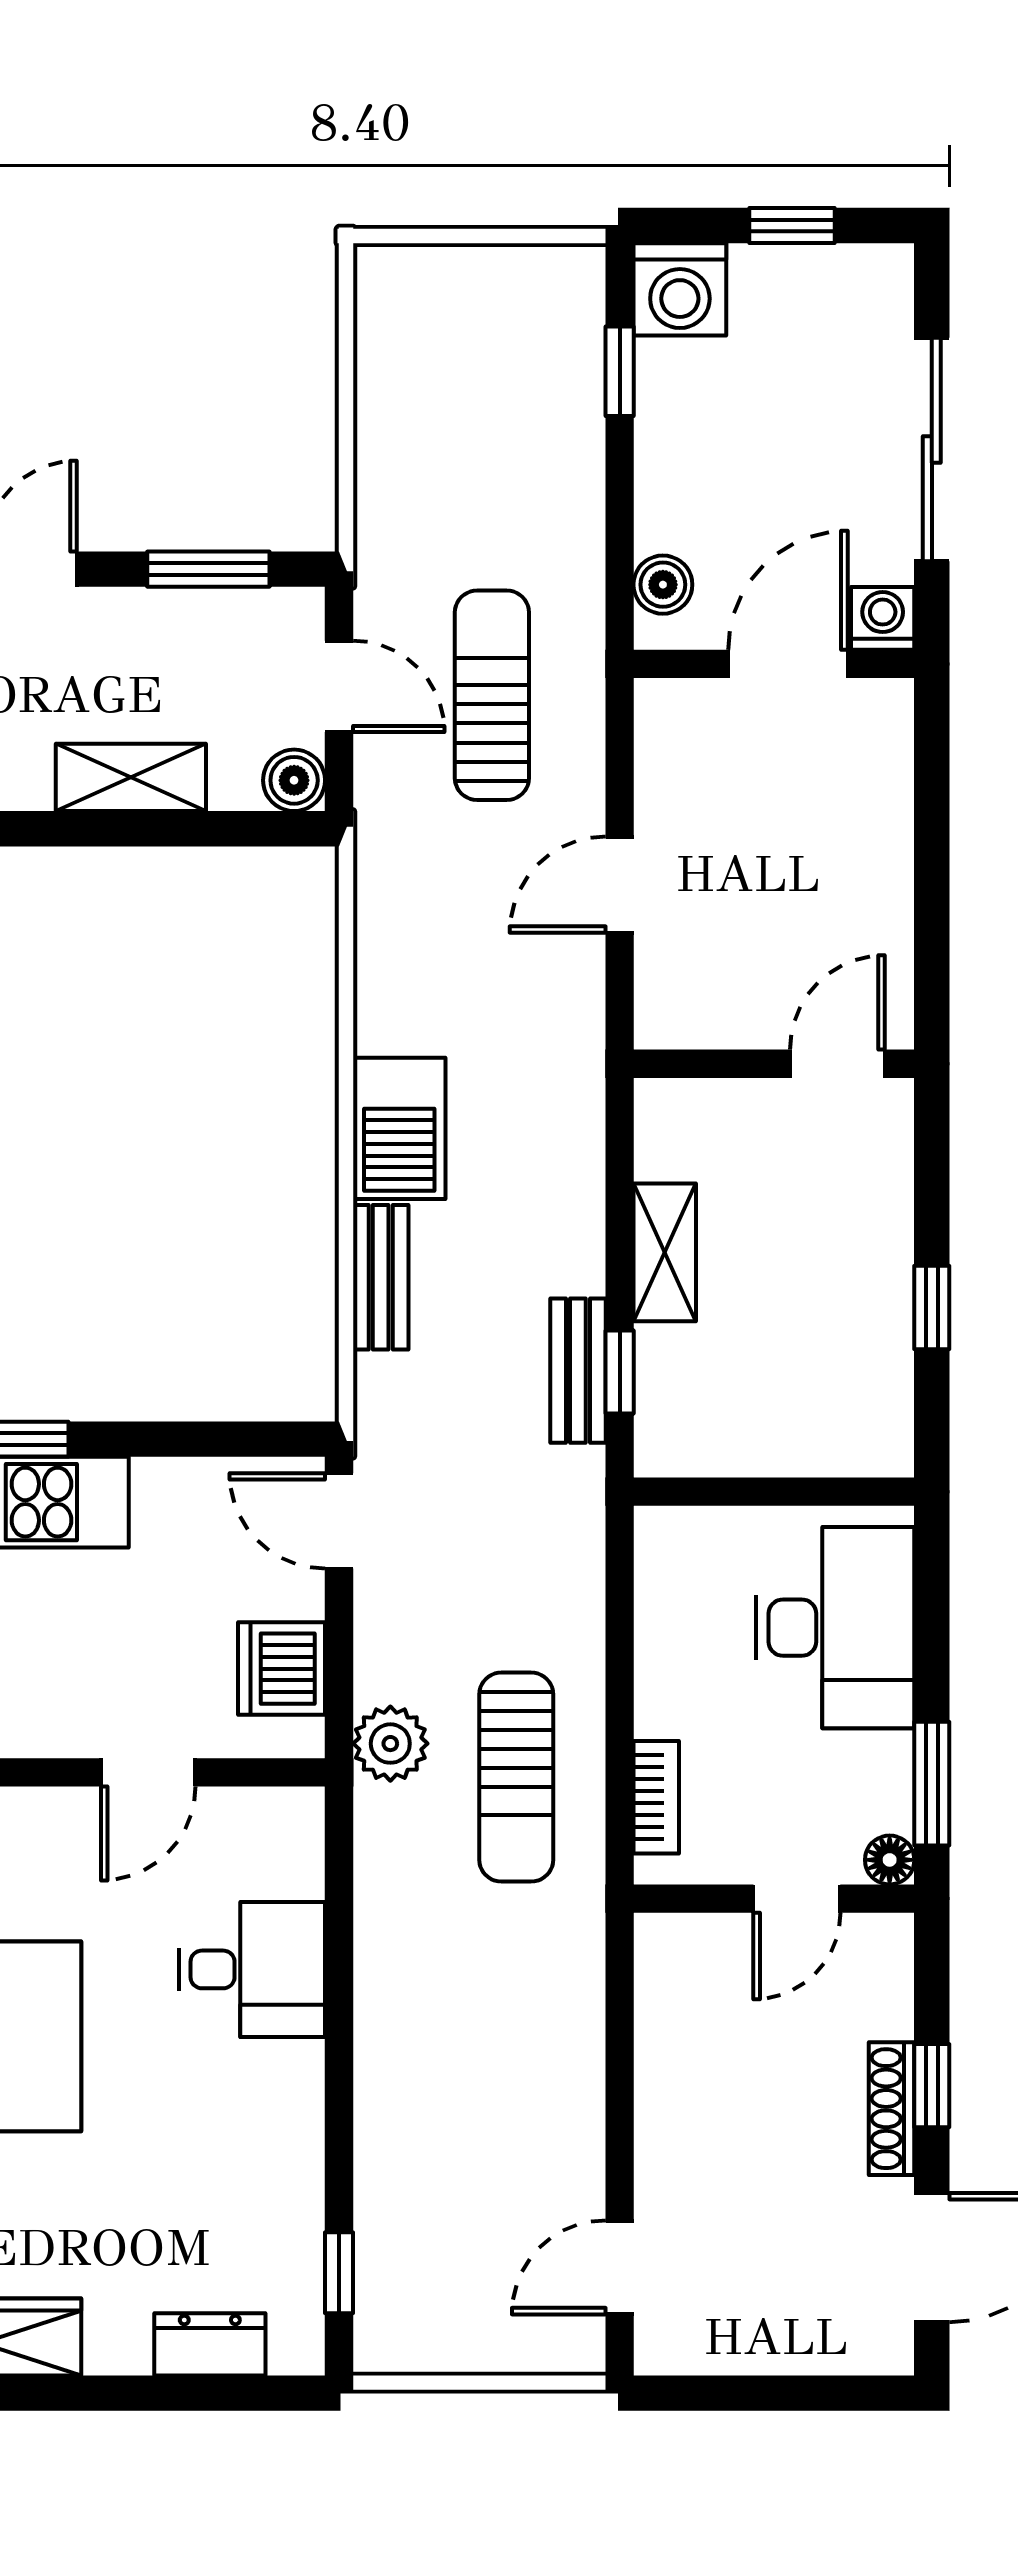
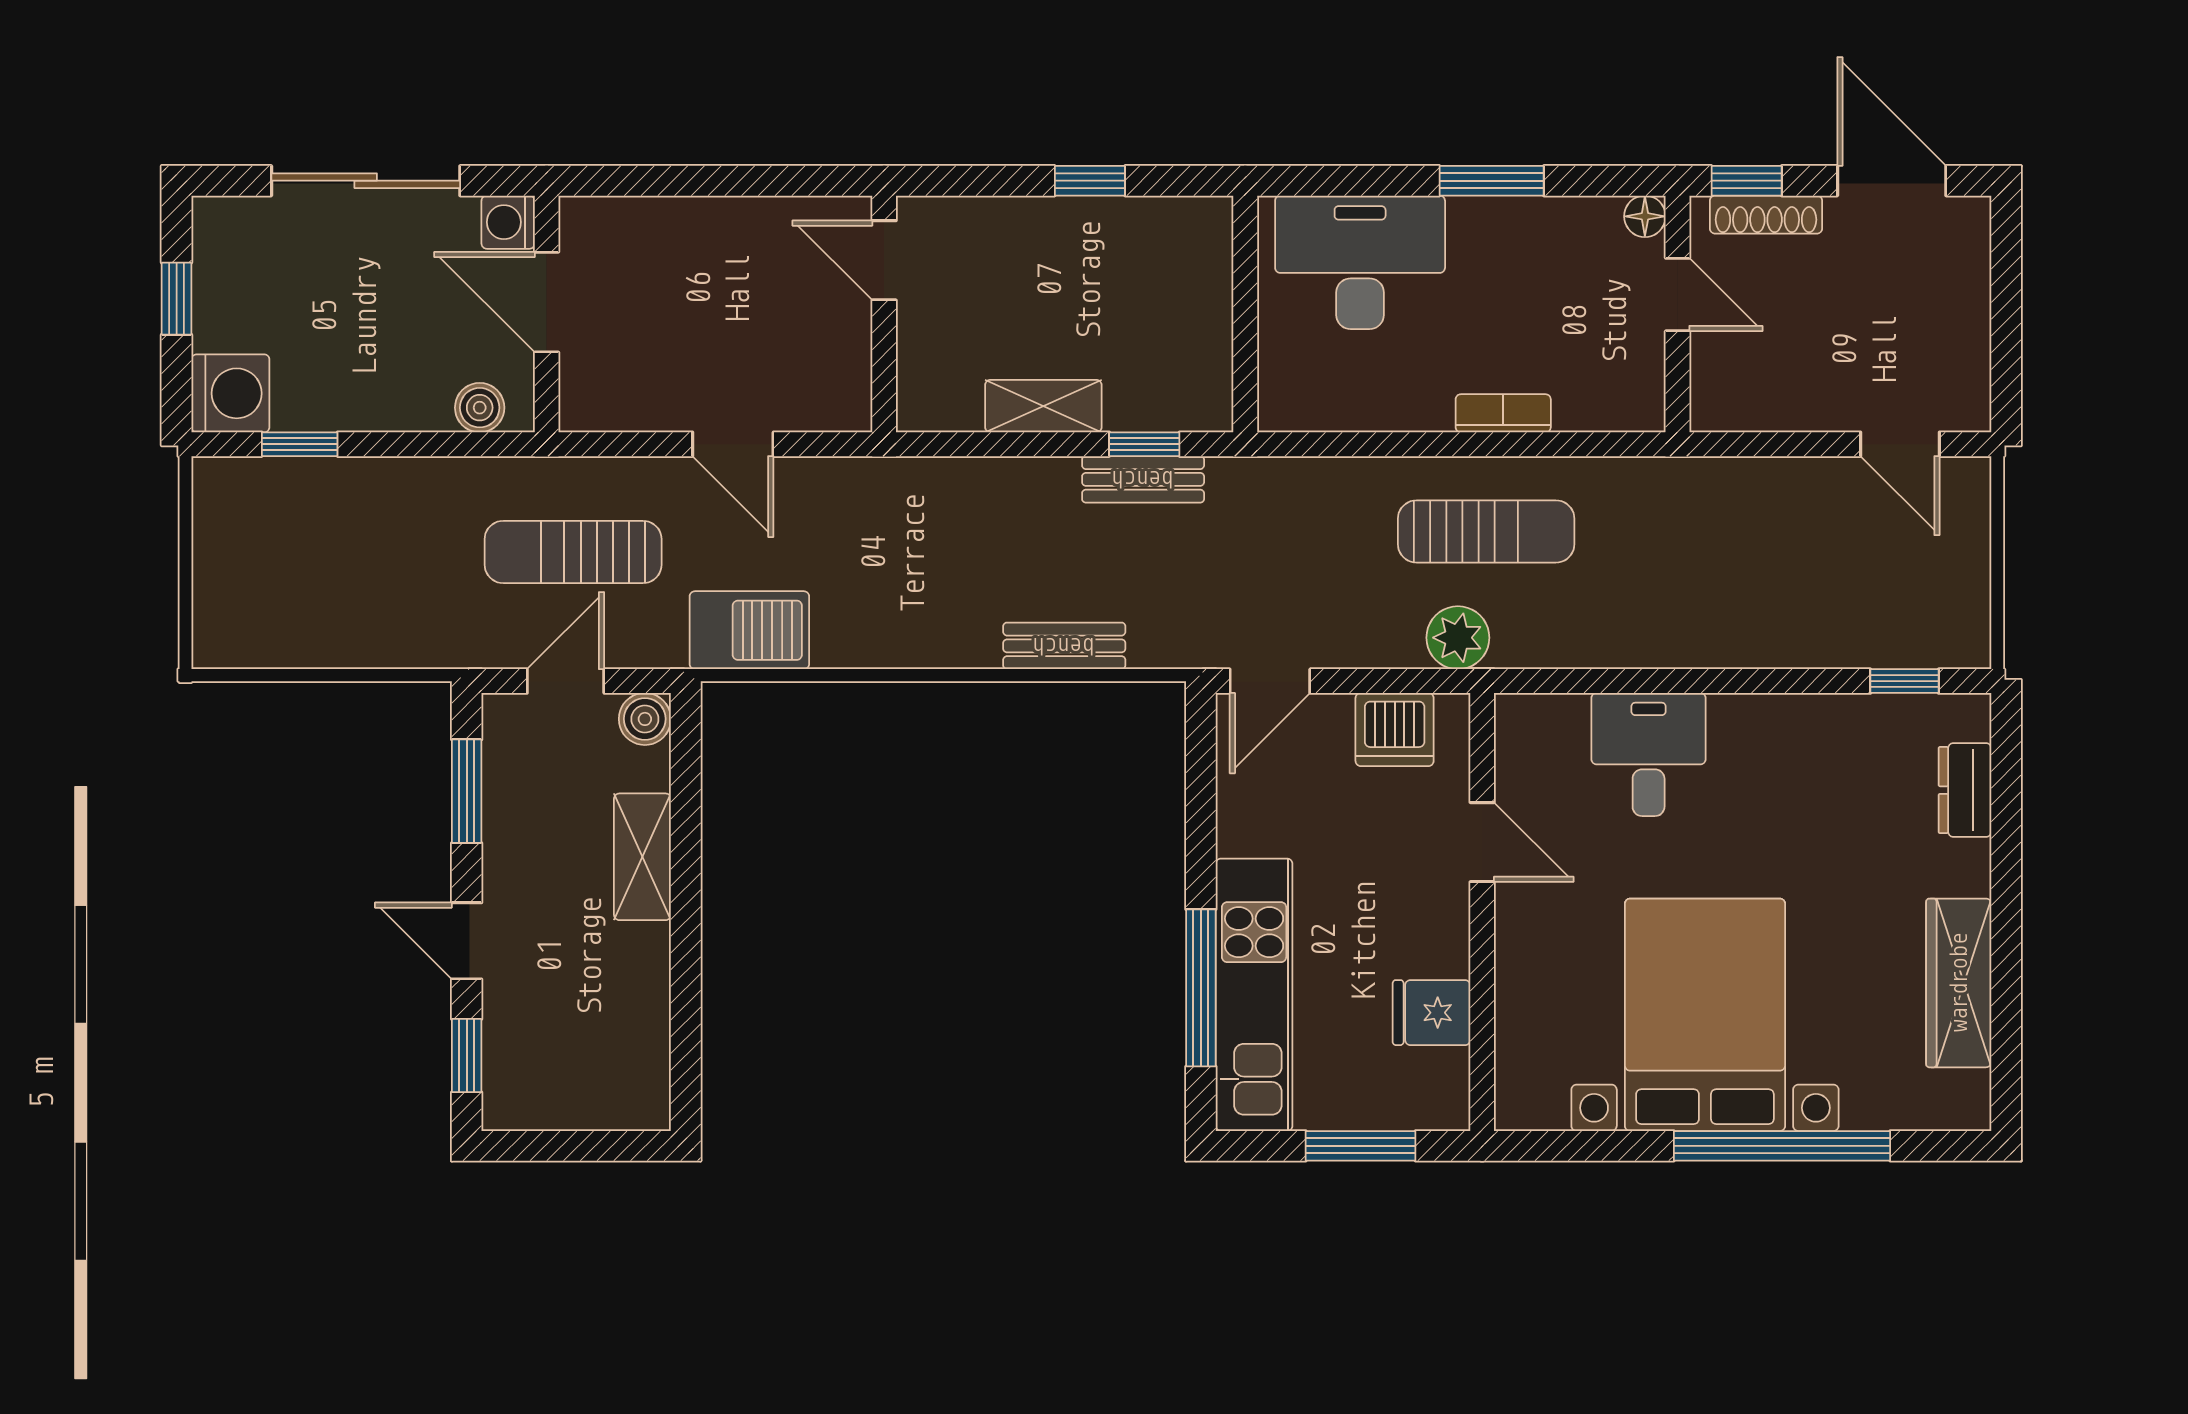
barbecue: (399, 1128) -> (749, 630), moved
floor lamp: (890, 1860) -> (1645, 216), moved
wall: (774, 1899) -> (1678, 314), moved
door: (797, 1899) -> (1678, 295), moved

